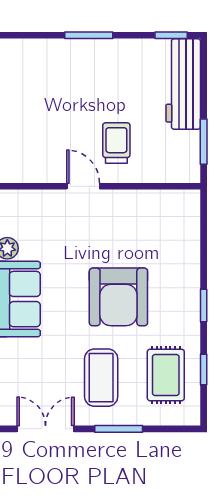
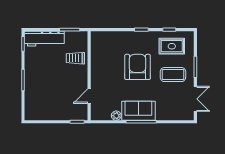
trolley: (116, 143) -> (75, 58), moved
door: (83, 186) -> (89, 96), moved
armchair: (118, 297) -> (138, 67), turned -90
double door: (46, 429) -> (195, 99), swing flipped

